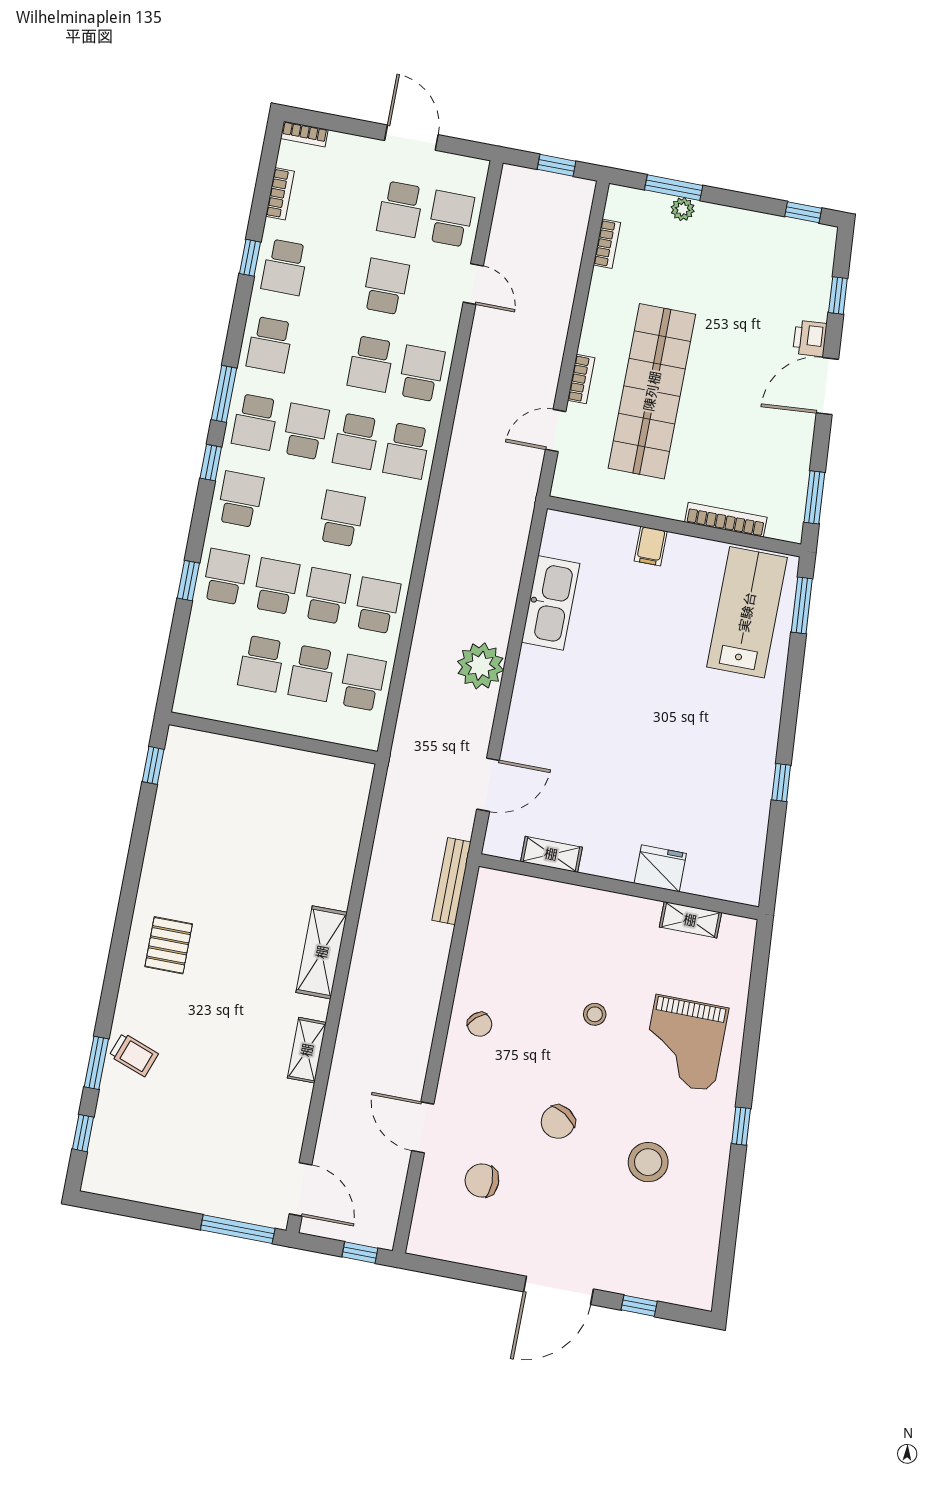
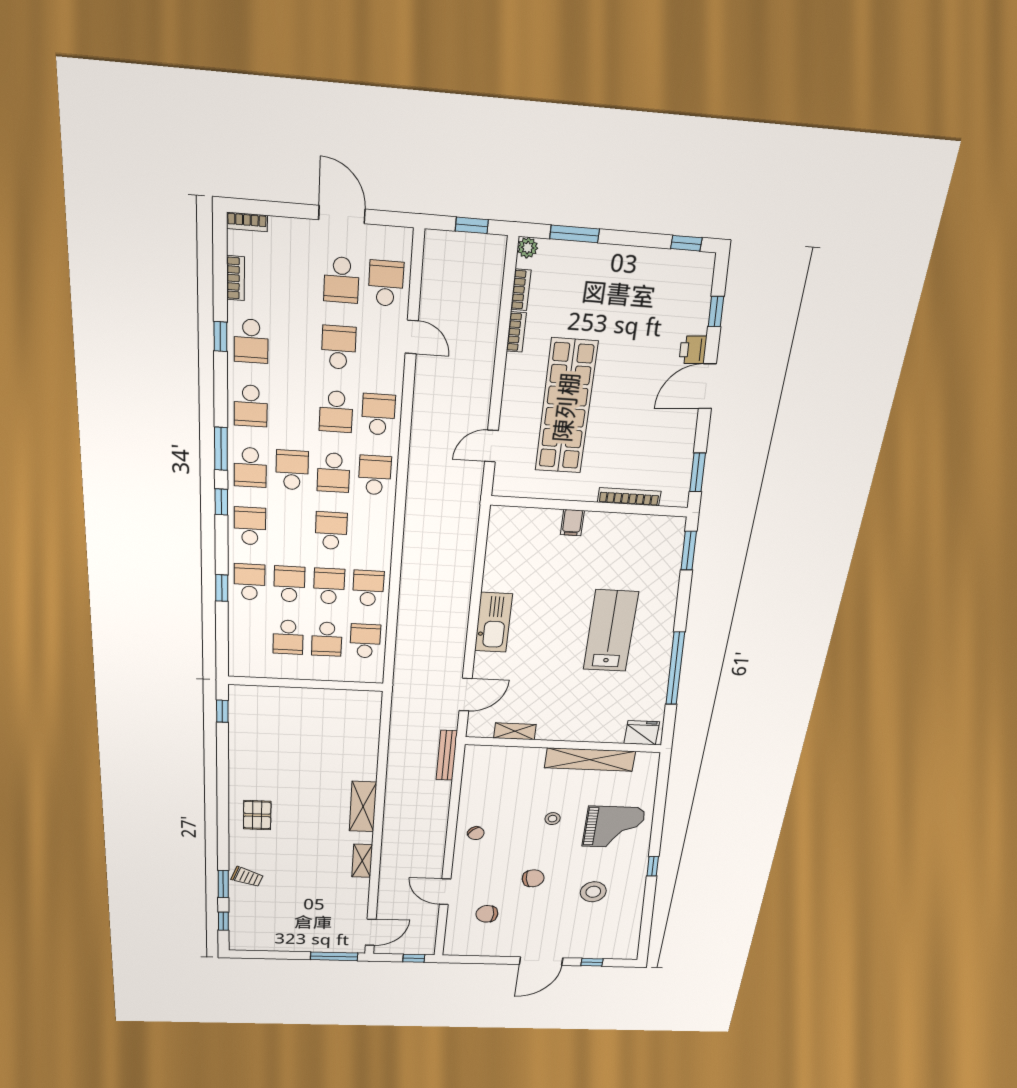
plant: (683, 209) -> (528, 248), moved
bookcase: (581, 379) -> (516, 332), moved
school desk: (407, 451) -> (375, 475), turned 180
kitchen sink: (551, 603) -> (493, 623), moved
lab bench: (747, 612) -> (611, 631), moved
plant: (481, 666) -> (451, 620), removed
window: (781, 783) -> (675, 668), width x3.17
fridge: (660, 868) -> (642, 733), moved
shelving: (690, 920) -> (590, 760), width x2.20, depth x1.33
grand piano: (685, 1043) -> (614, 827), turned -90
chair: (558, 1122) -> (533, 878), turned -132
door: (301, 1189) -> (371, 932), hinge flipped

